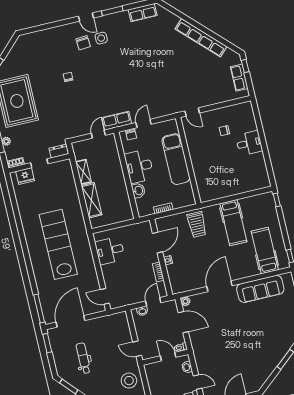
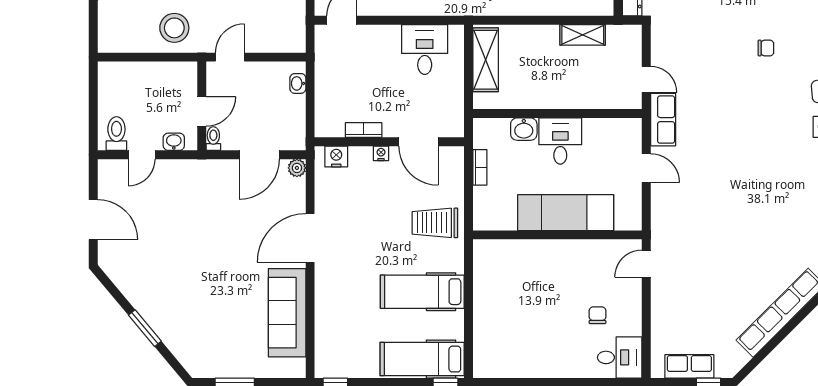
chair: (131, 135) -> (631, 140), removed
desk: (249, 143) -> (620, 357), moved, turned -90
desk: (139, 166) -> (560, 141), width x0.73
shelving: (91, 200) -> (486, 60), moved, turned 90
hospital bed: (265, 251) -> (422, 359), moved, turned 180
nightstand: (175, 283) -> (336, 156), added
door: (219, 286) -> (310, 238), swing flipped
door: (153, 302) -> (310, 108), removed

